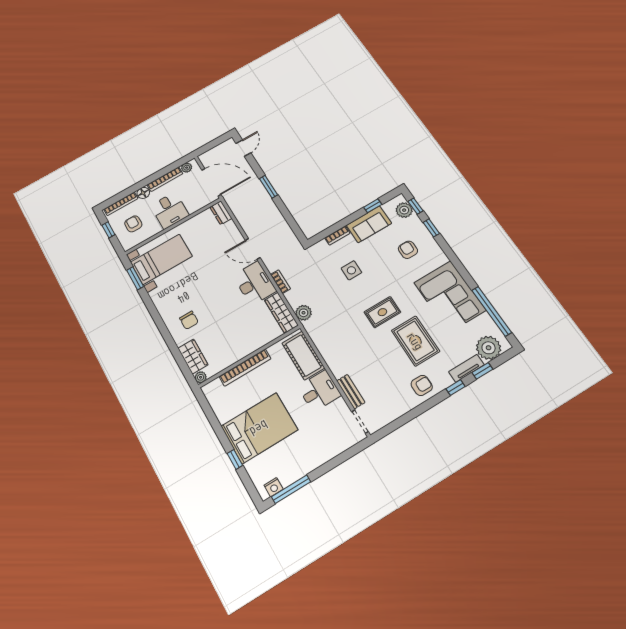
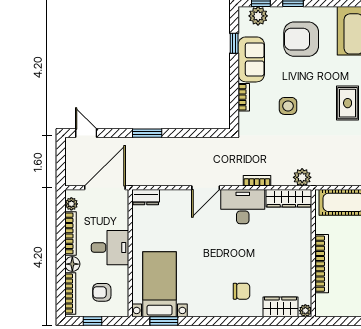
armchair: (408, 250) -> (301, 39), width x1.88, depth x1.88

